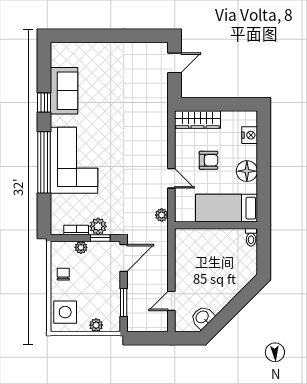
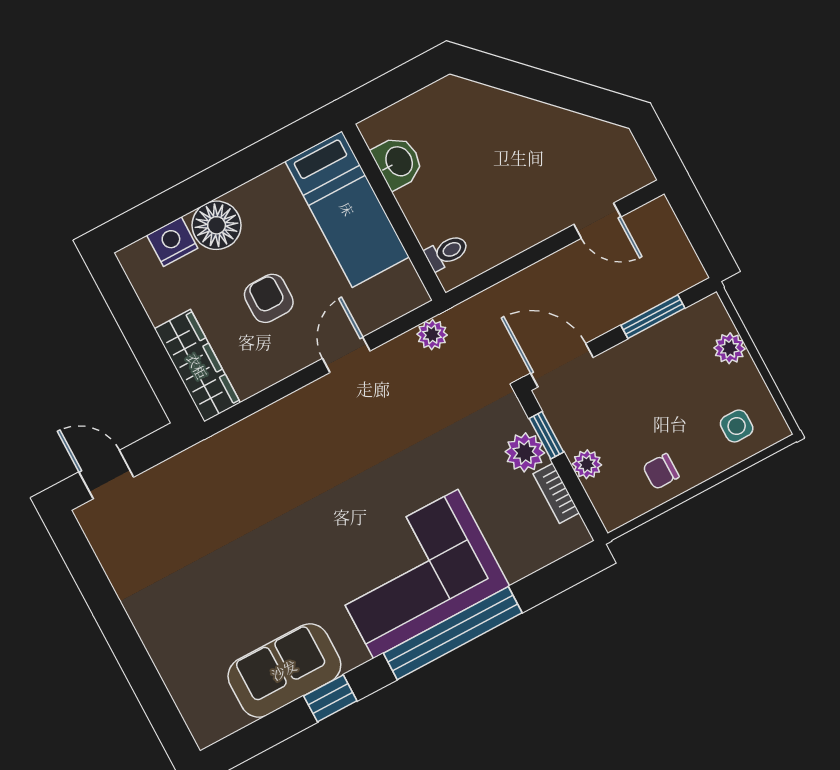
floor lamp: (247, 171) -> (217, 225), moved
toilet: (251, 237) -> (447, 252), moved
side table: (65, 312) -> (737, 426), width x0.54, depth x0.54
washbasin: (202, 317) -> (398, 162), moved, turned -135

